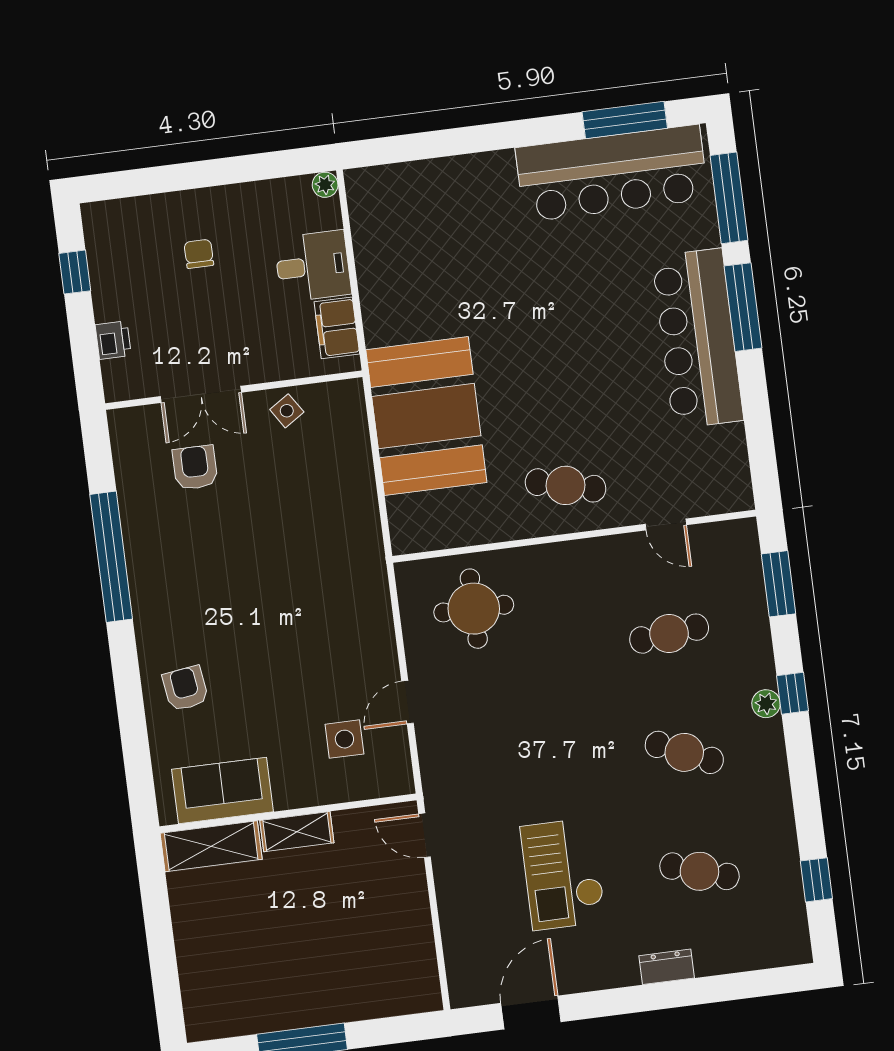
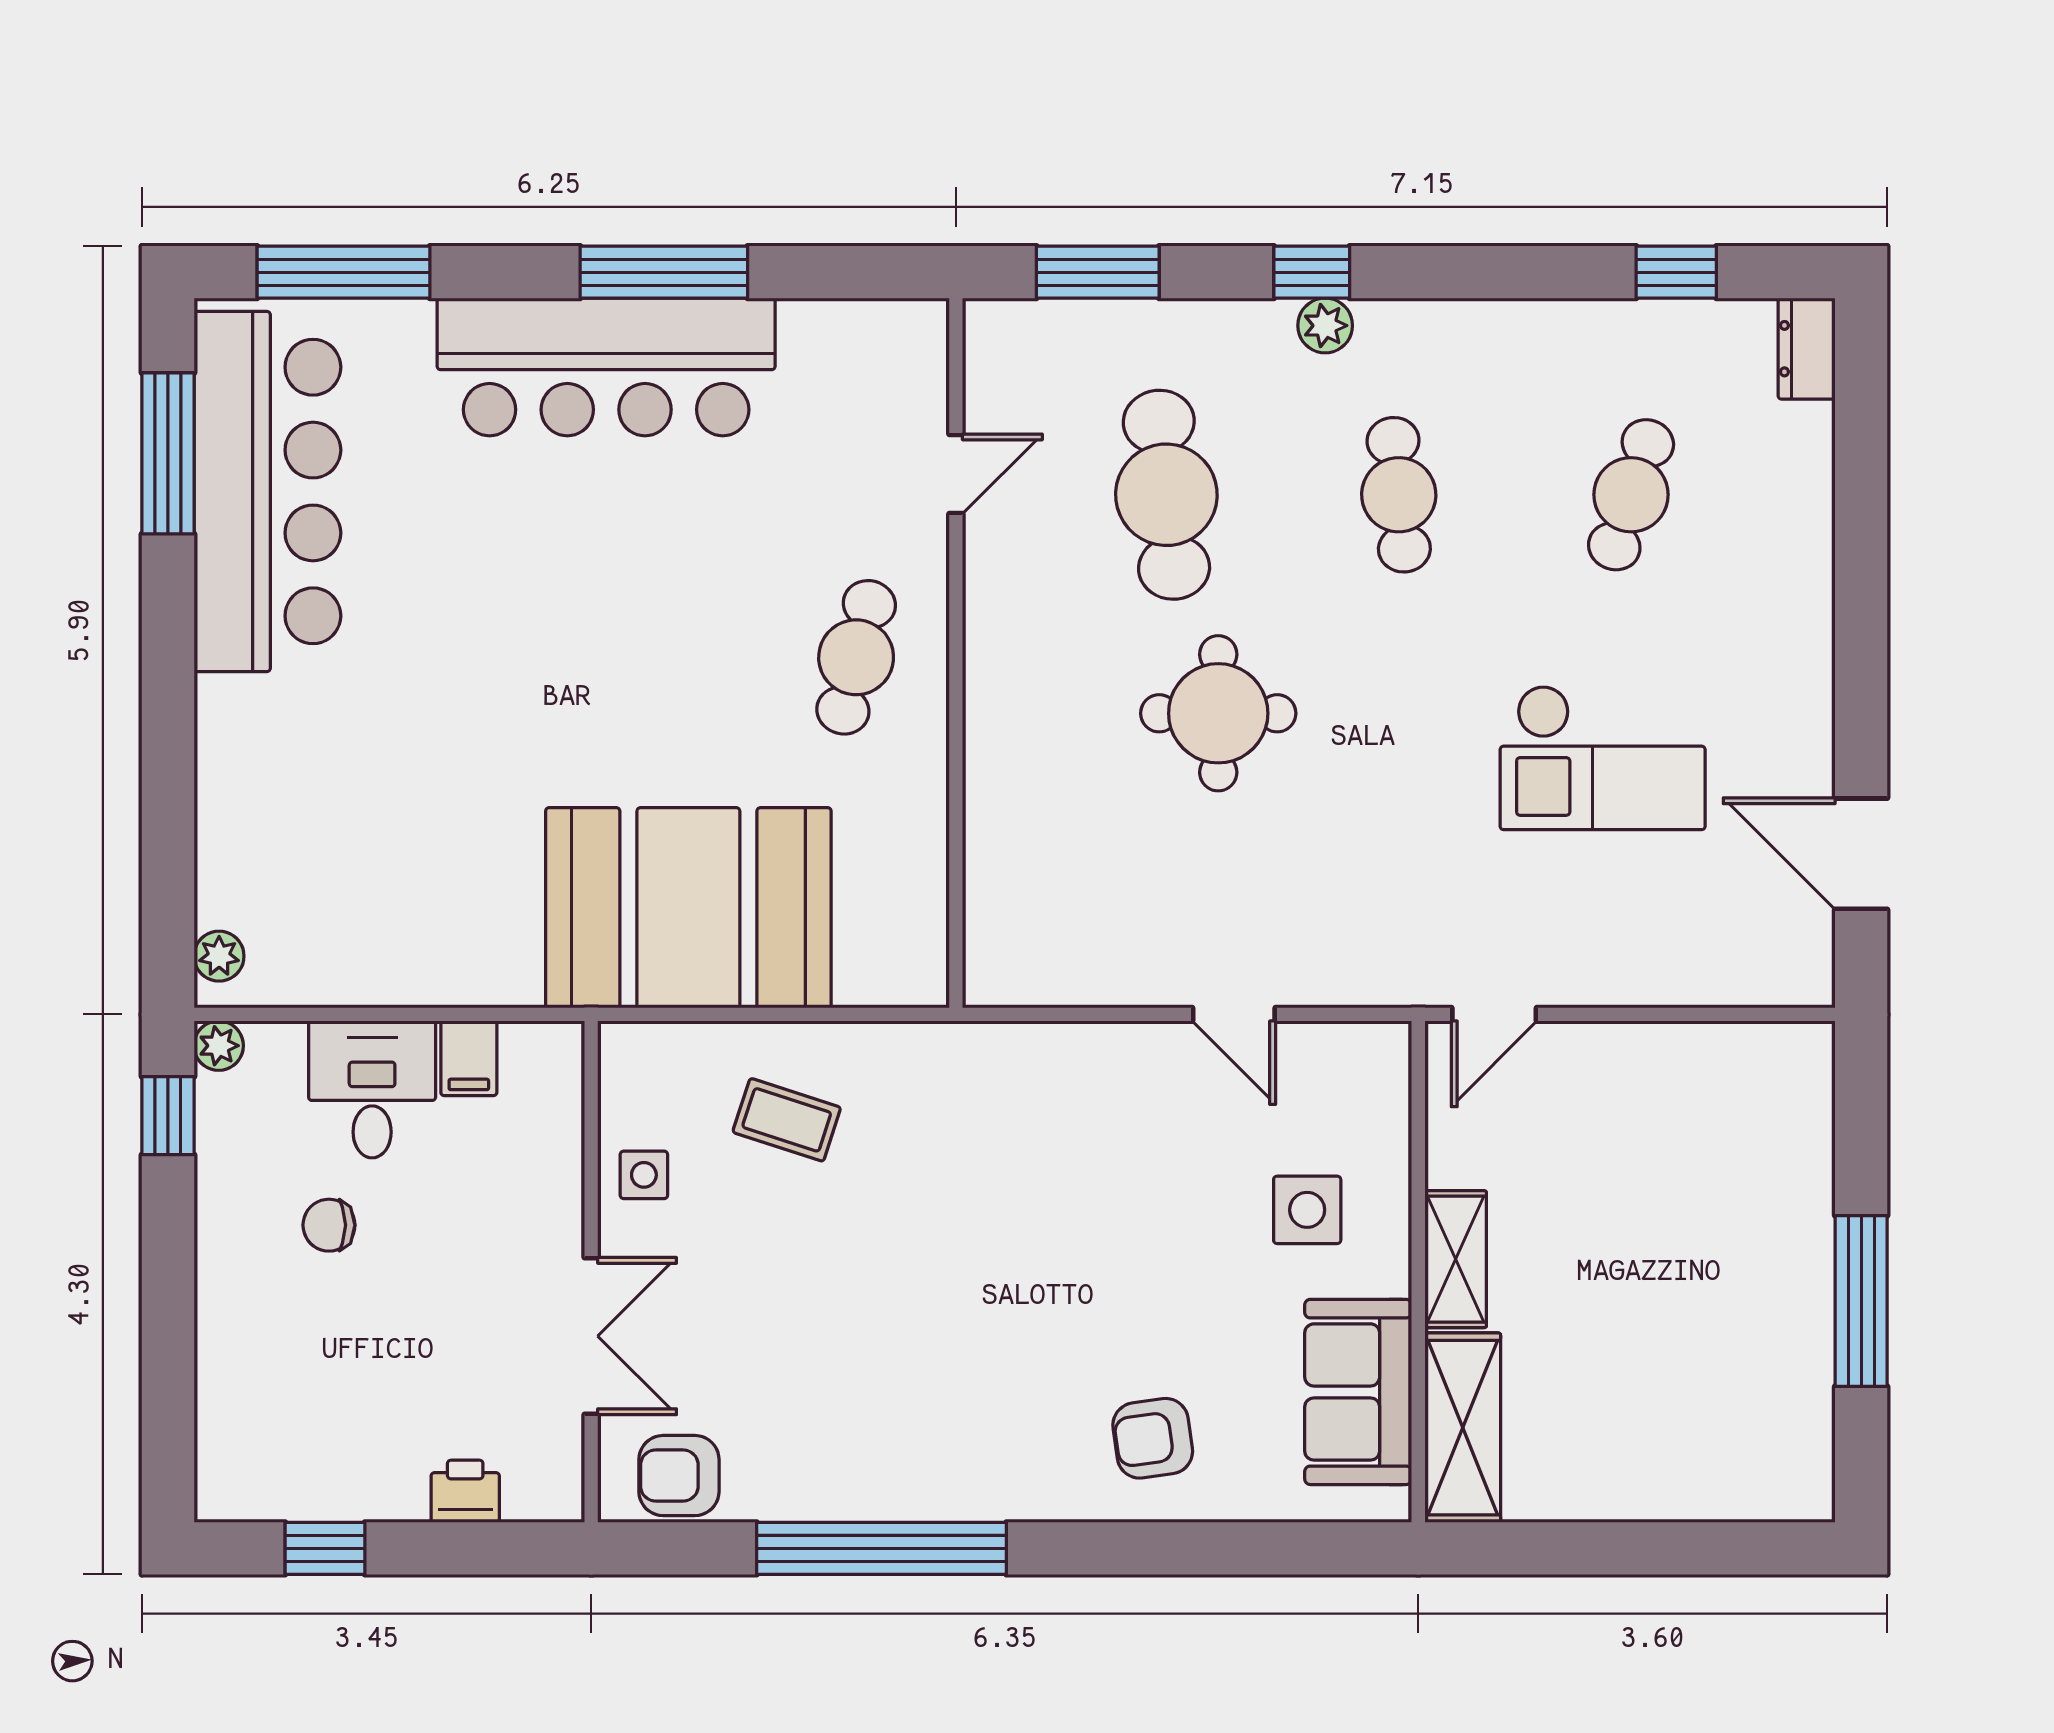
window: (286, 163) -> (168, 1116), added
plant: (371, 179) -> (219, 956), added
chair: (199, 254) -> (329, 1225), moved
window: (743, 307) -> (664, 272), moved
filing cabinet: (337, 328) -> (469, 1058), width x0.50
side table: (287, 411) -> (644, 1175), turned 33
armchair: (195, 468) -> (679, 1476), moved
coffee table: (324, 480) -> (787, 1120), added
round table: (474, 609) -> (1218, 713), moved
cafe table: (669, 634) -> (1166, 495), width x1.37, depth x1.35
side table: (344, 739) -> (1307, 1210), moved
cafe table: (684, 752) -> (1399, 495), turned -30
dresser: (667, 967) -> (1807, 349), moved

